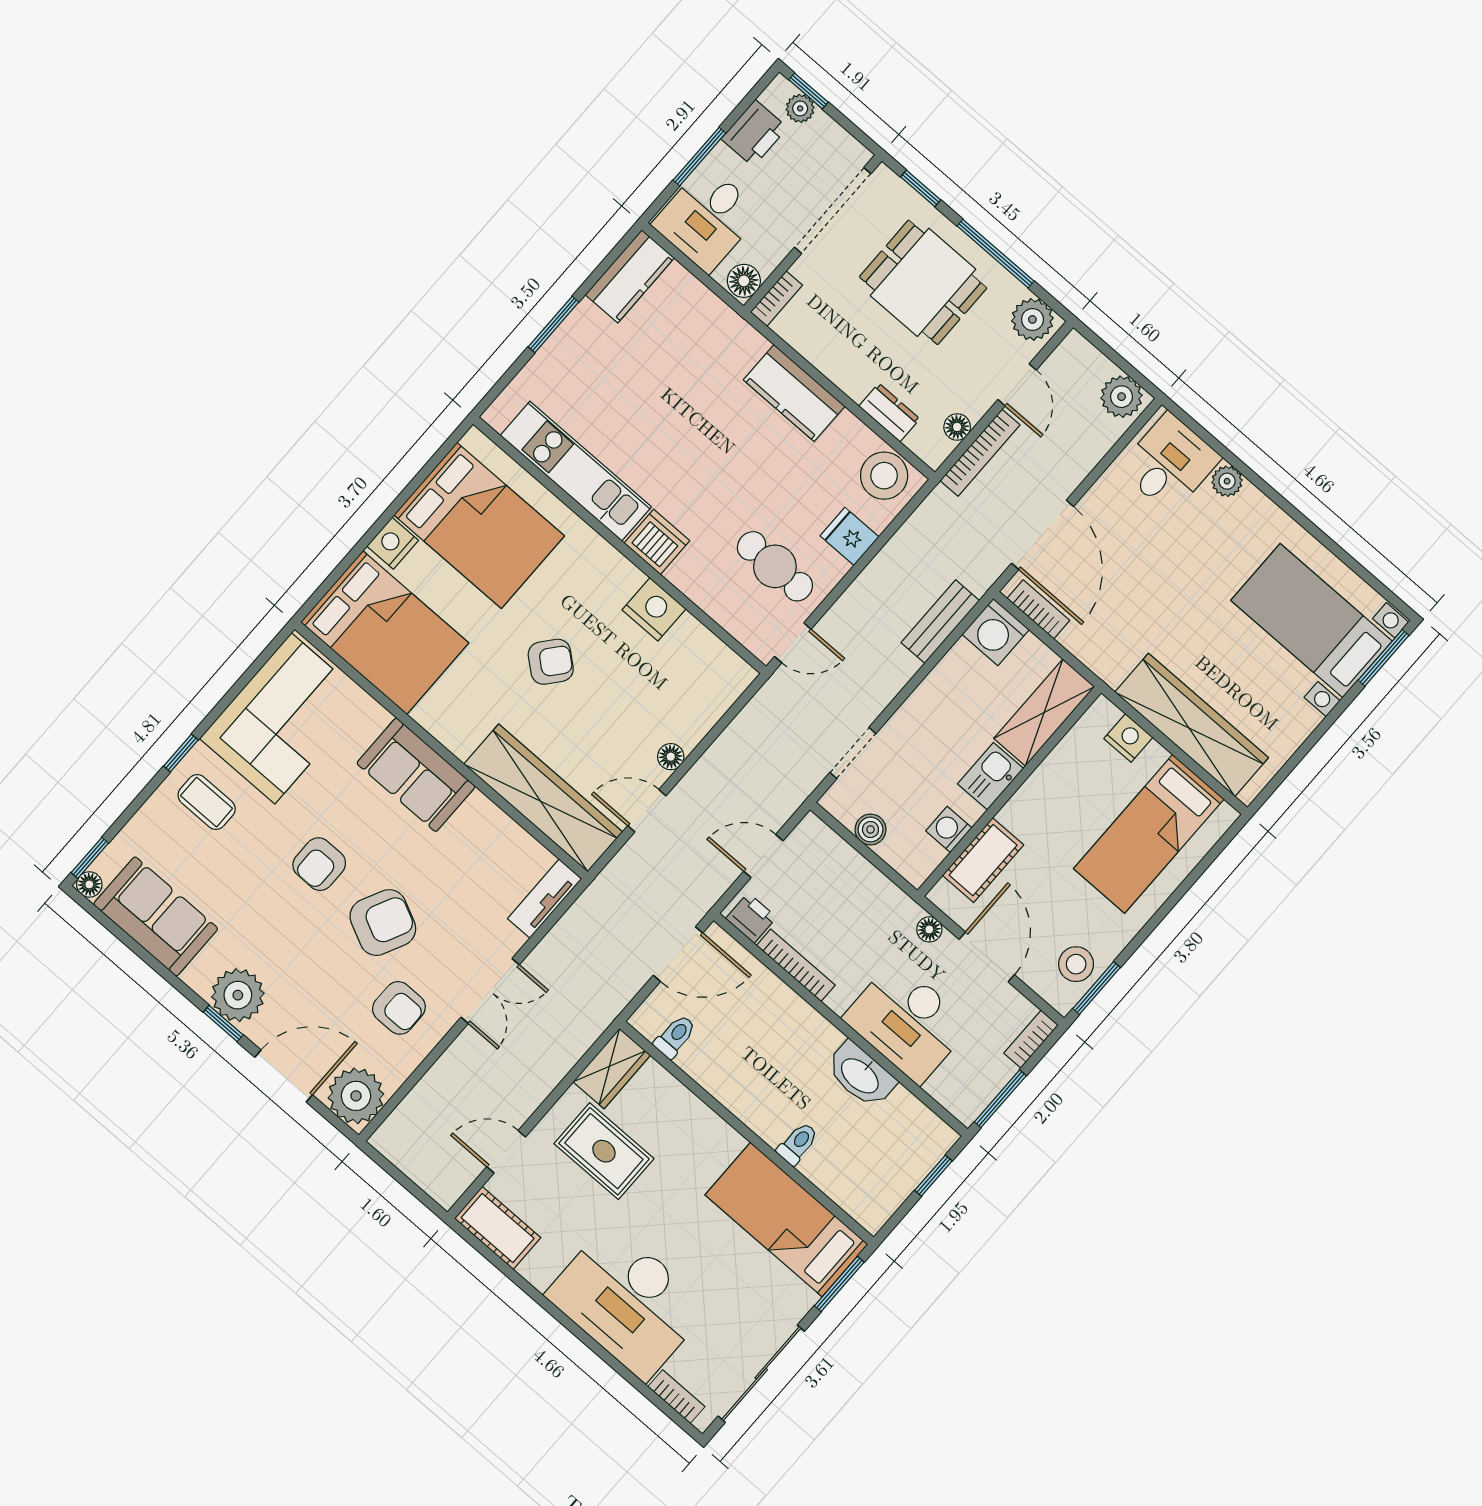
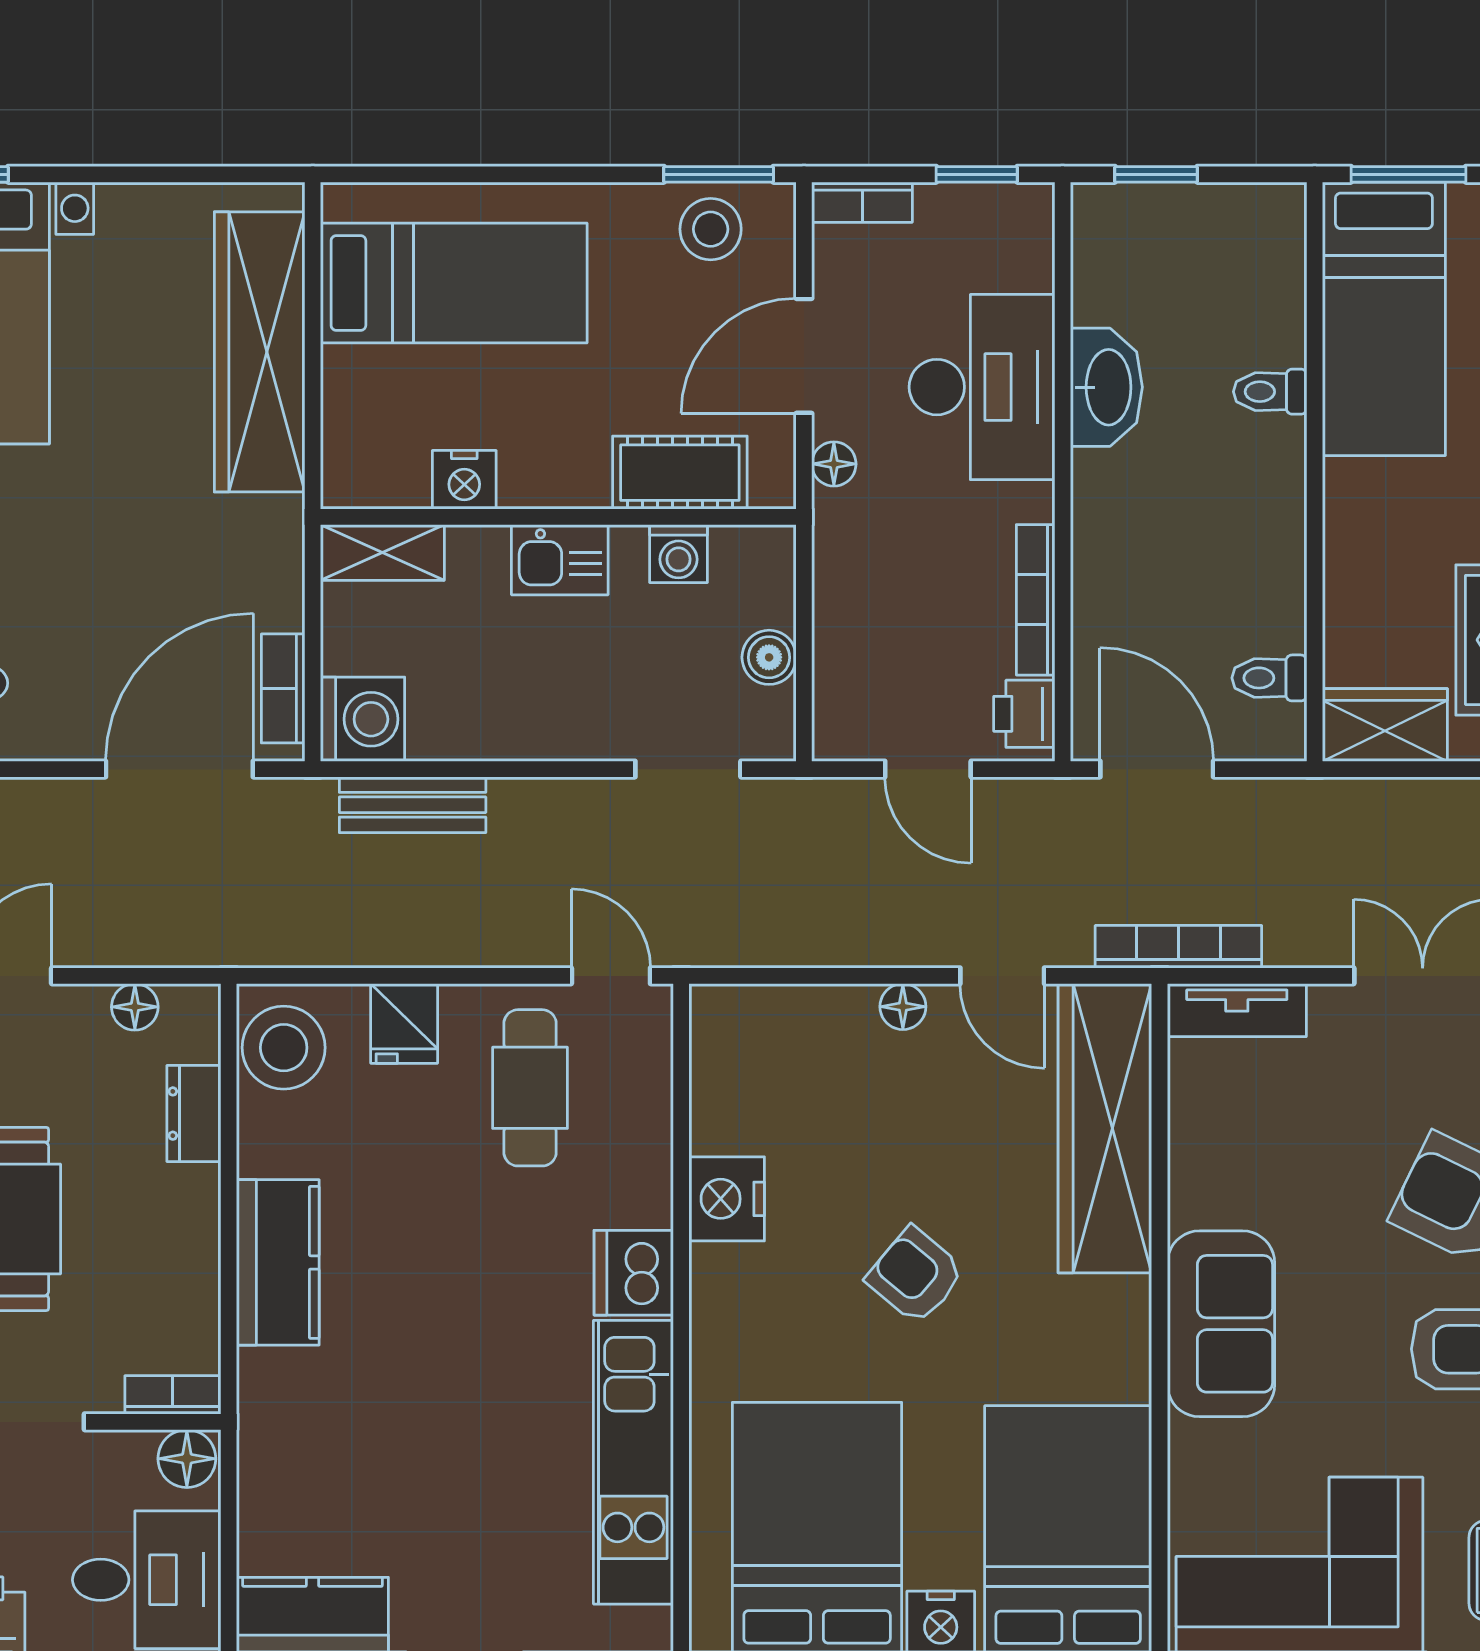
bookcase: (980, 453) -> (1178, 947), moved
shelving: (1044, 712) -> (382, 553), width x0.67, depth x0.75
nightstand: (1128, 738) -> (464, 480), moved, turned -90
window: (1000, 1099) -> (977, 174), width x0.67

